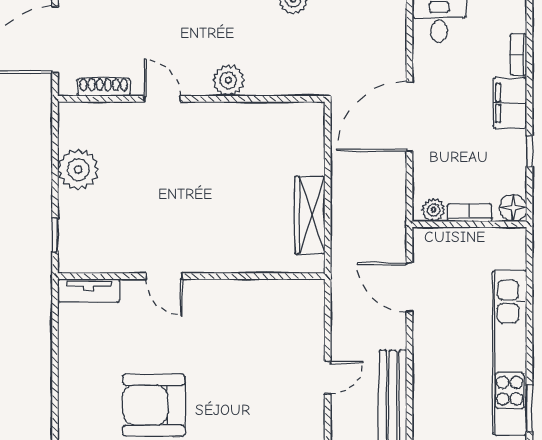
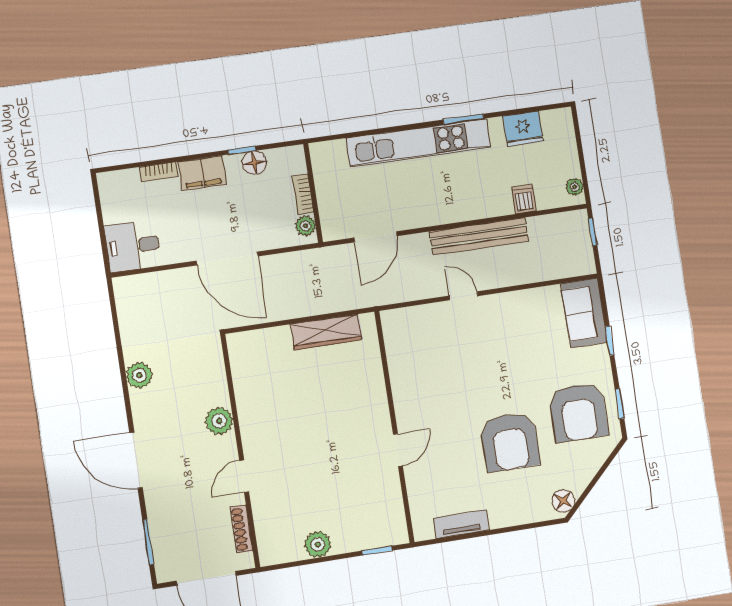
plant: (78, 170) -> (318, 544), width x0.73, depth x0.73
floor lamp: (513, 208) -> (254, 163), moved
tv unit: (89, 291) -> (461, 524), moved, turned -90

